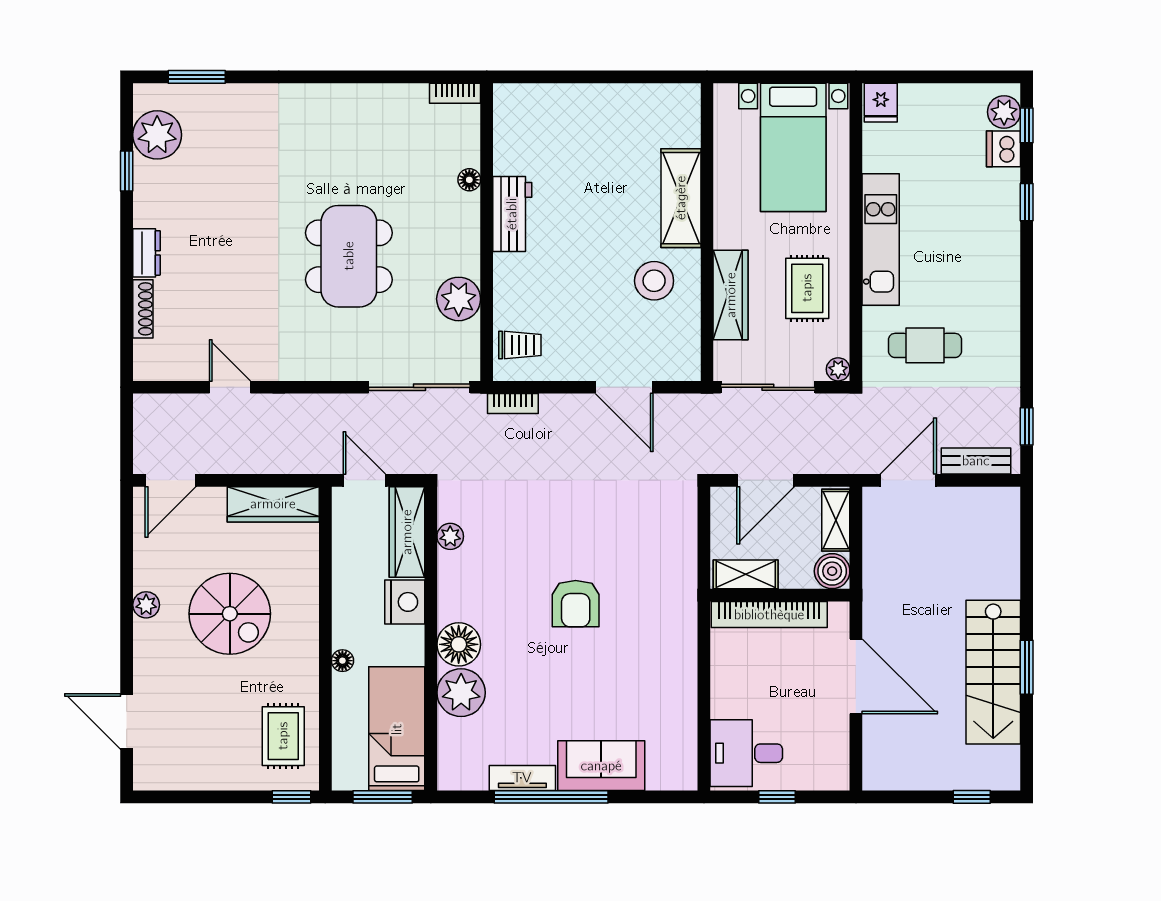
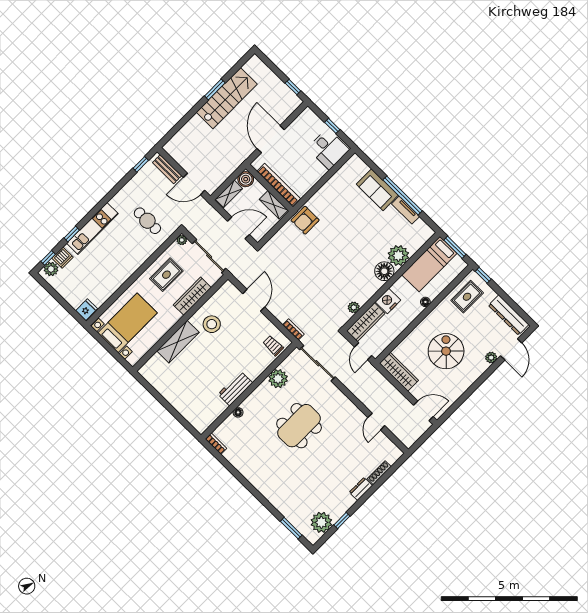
kitchen unit: (881, 239) -> (92, 228), moved, turned 180
armchair: (576, 604) -> (305, 220), moved, turned 180
plant: (146, 605) -> (491, 358), moved
dresser: (186, 773) -> (509, 315), added
window: (972, 797) -> (293, 87), moved

